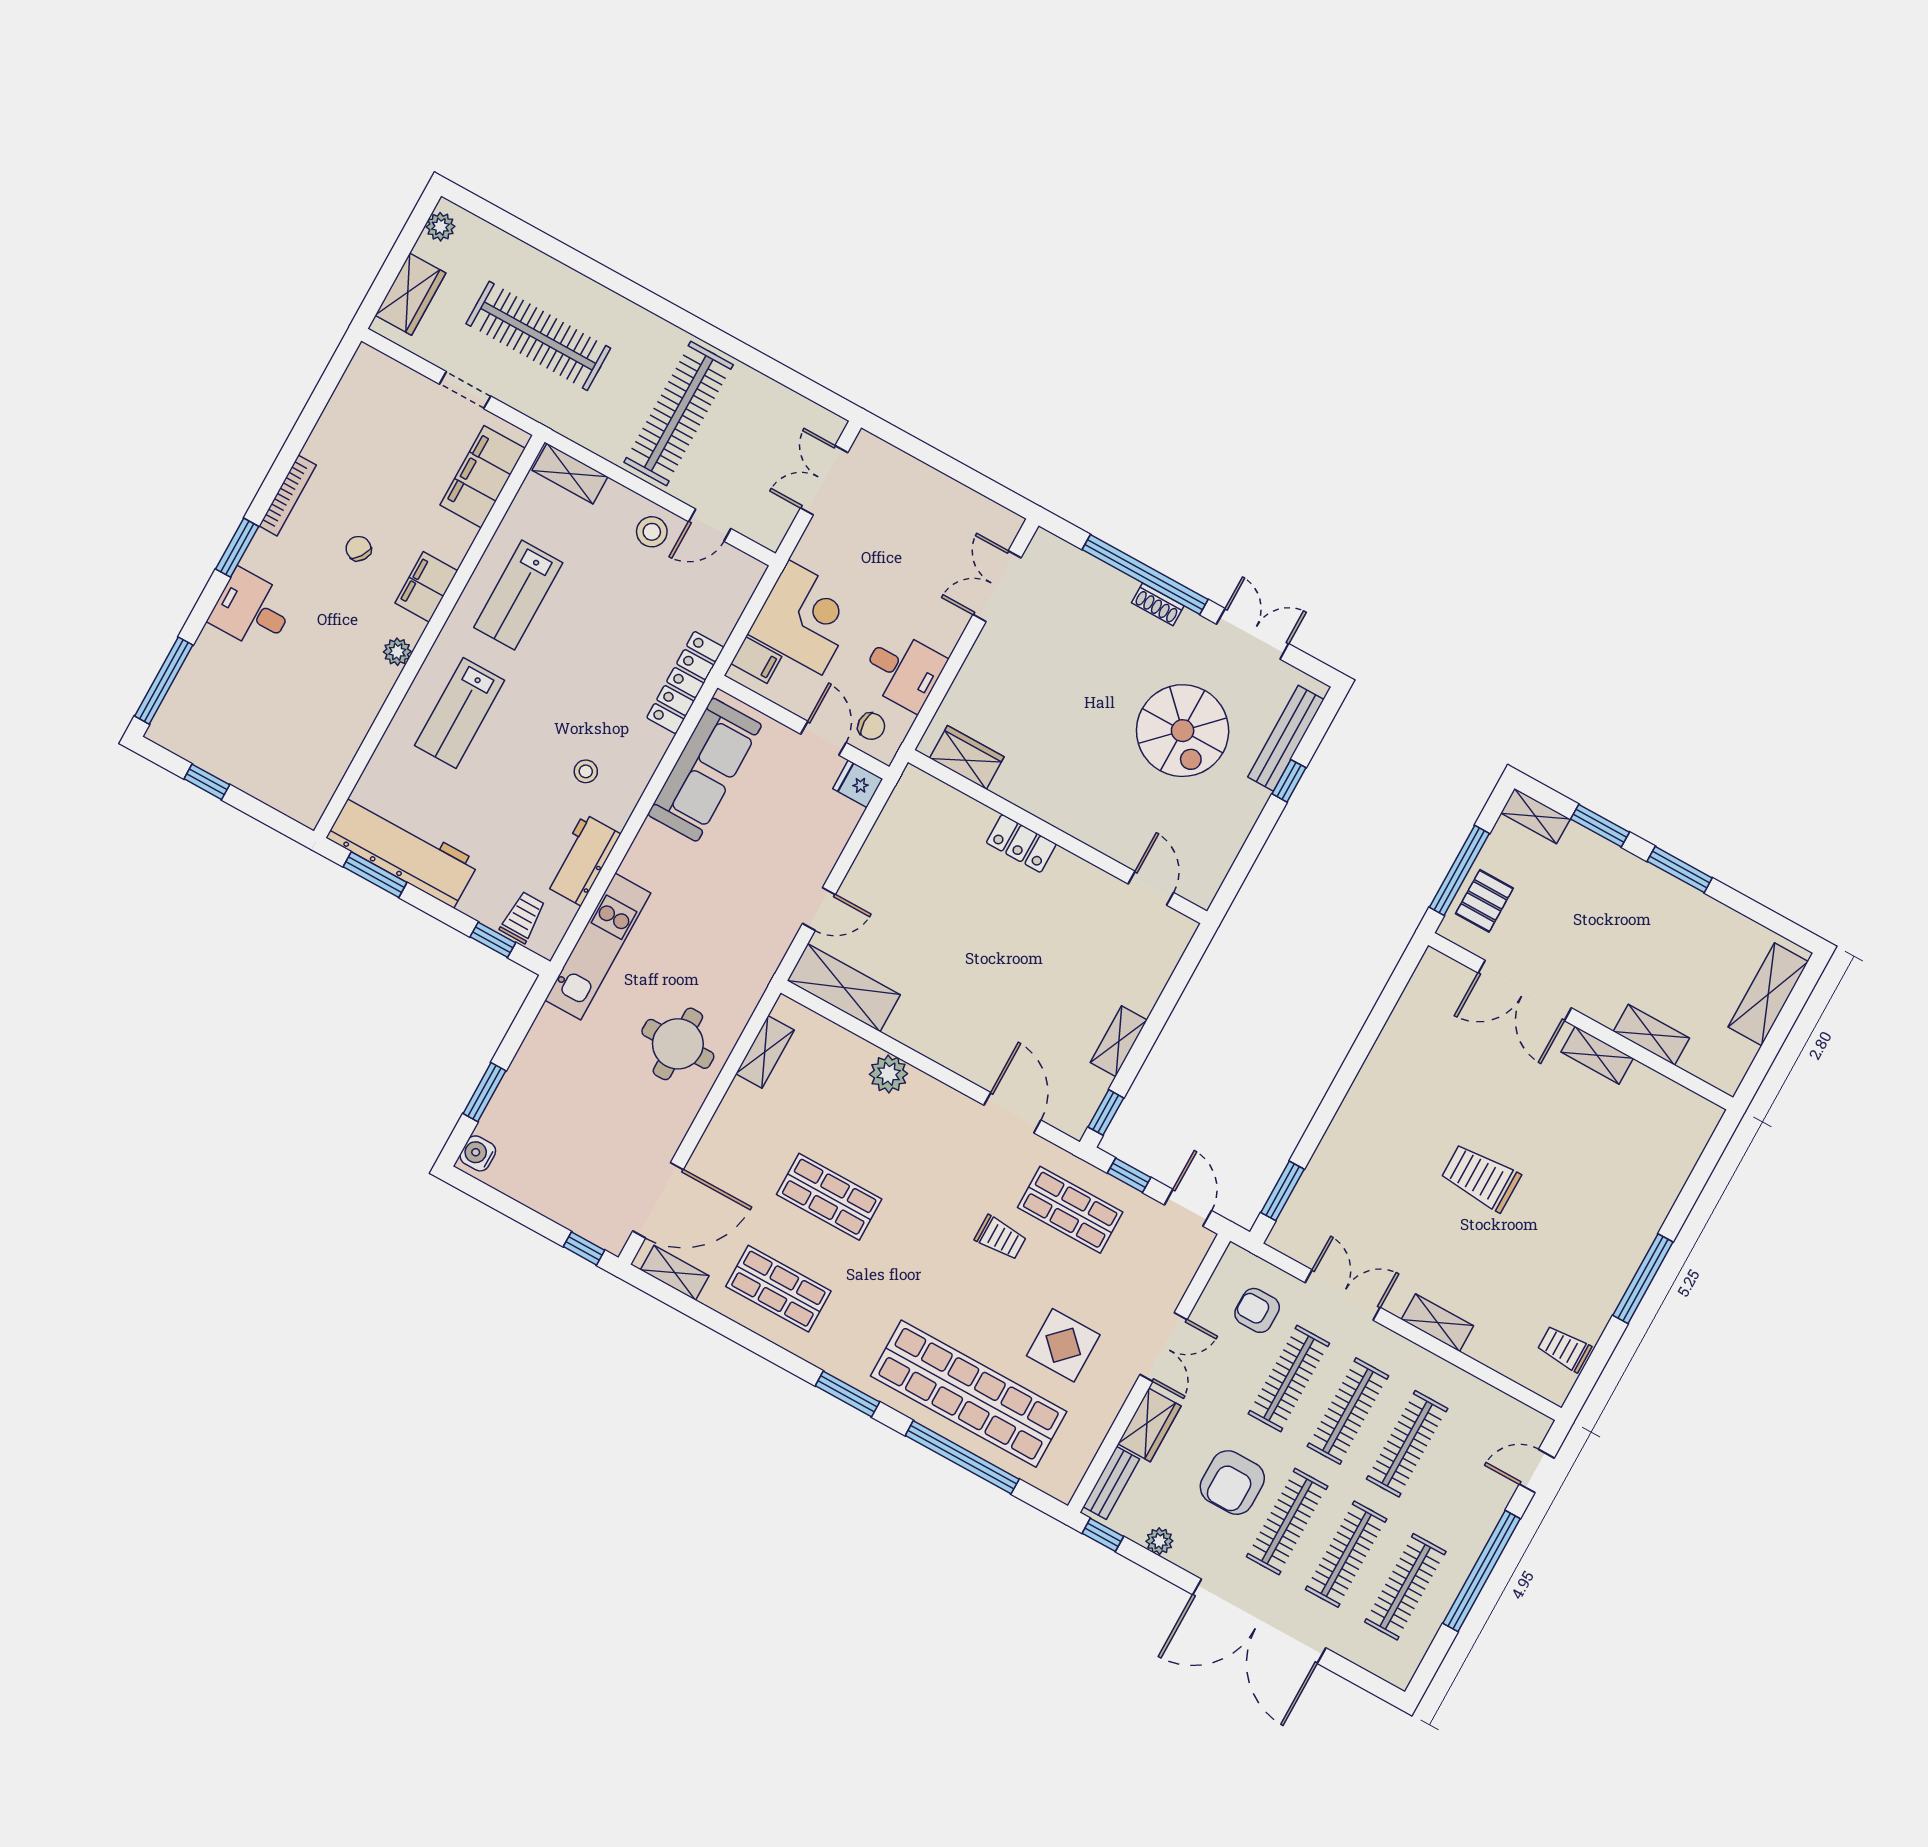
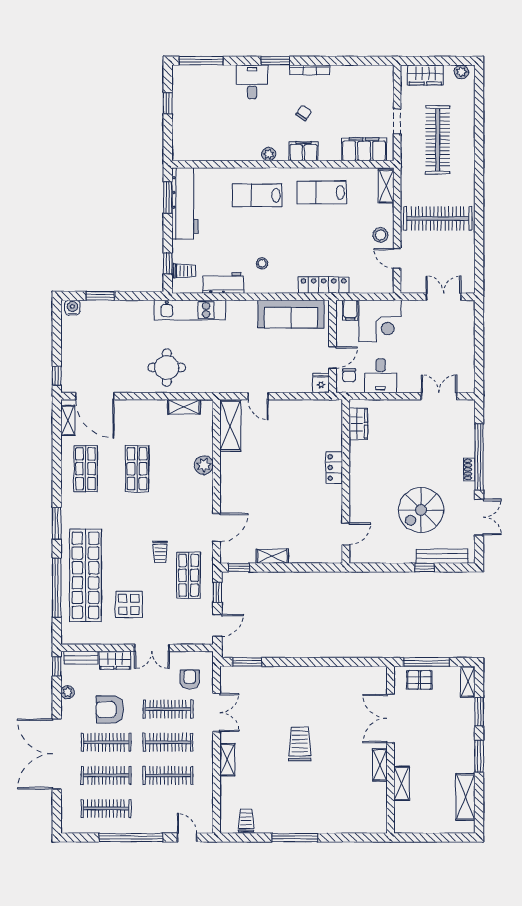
shelving: (1768, 994) -> (465, 797), moved, turned 90

